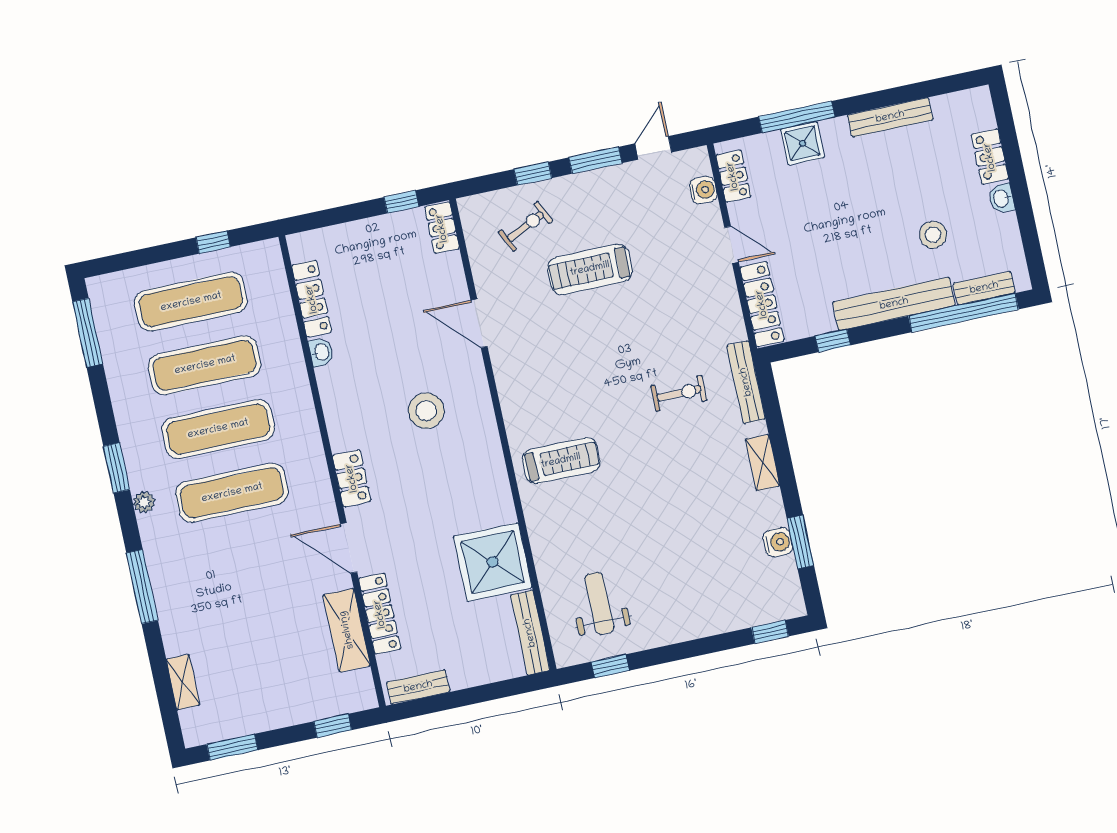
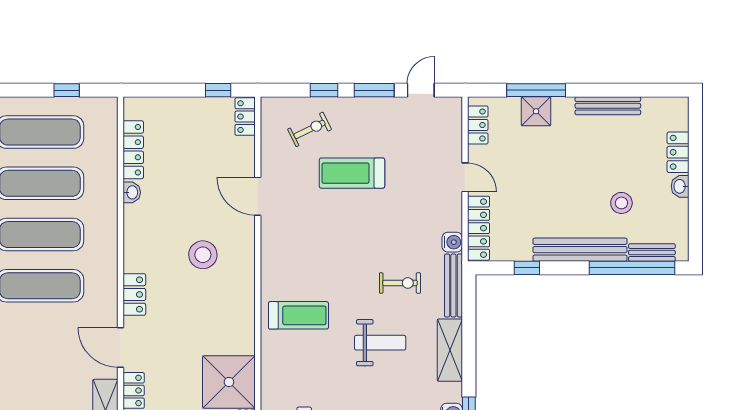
water cooler: (703, 190) -> (452, 242), moved
shelving: (763, 463) -> (450, 350), width x1.50, depth x1.33
weight bench: (670, 473) -> (380, 343), added

